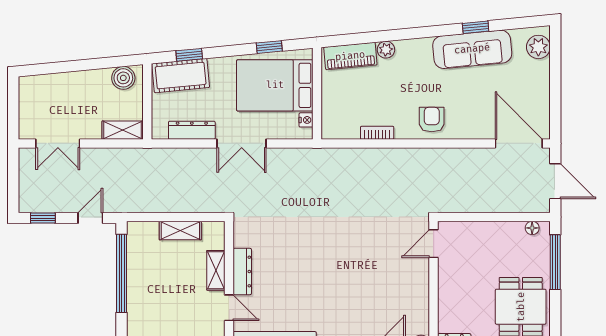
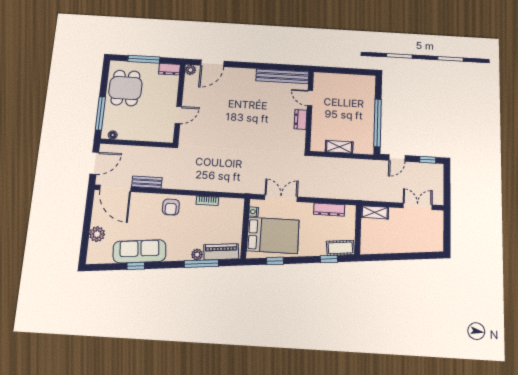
window: (378, 37) -> (201, 264), added
plant: (538, 47) -> (97, 234), moved
cot: (181, 76) -> (340, 248), width x0.73, depth x0.75
boiler: (123, 78) -> (373, 246), removed
double door: (242, 143) -> (281, 198), moved
bench: (472, 156) -> (147, 182), added
door: (555, 181) -> (94, 163), swing flipped
door: (434, 244) -> (178, 115), moved
shelving: (216, 270) -> (317, 121), removed
dresser: (242, 272) -> (301, 119), width x0.70

